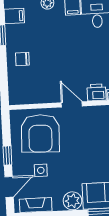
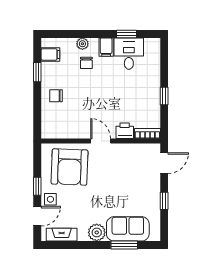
chair: (53, 23) -> (86, 63), added
side table: (41, 170) -> (50, 199), moved

